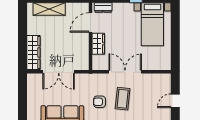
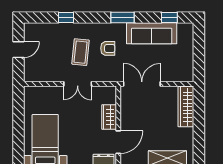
double door: (59, 72) -> (142, 84), moved
double door: (125, 72) -> (78, 84), width x0.73

